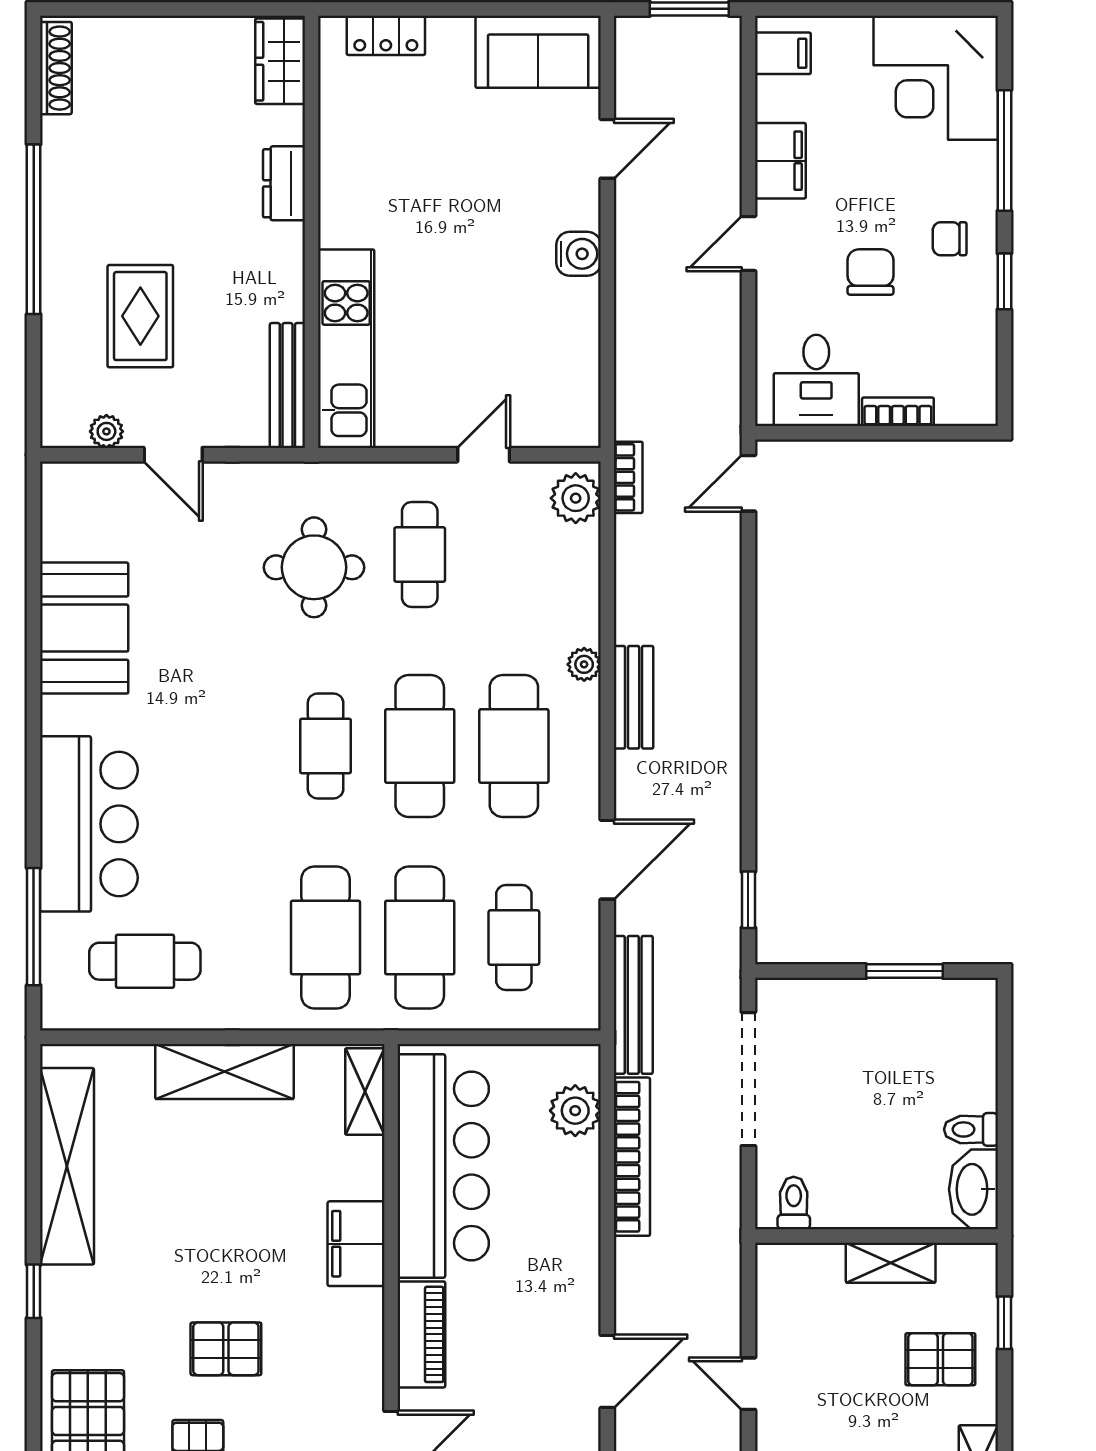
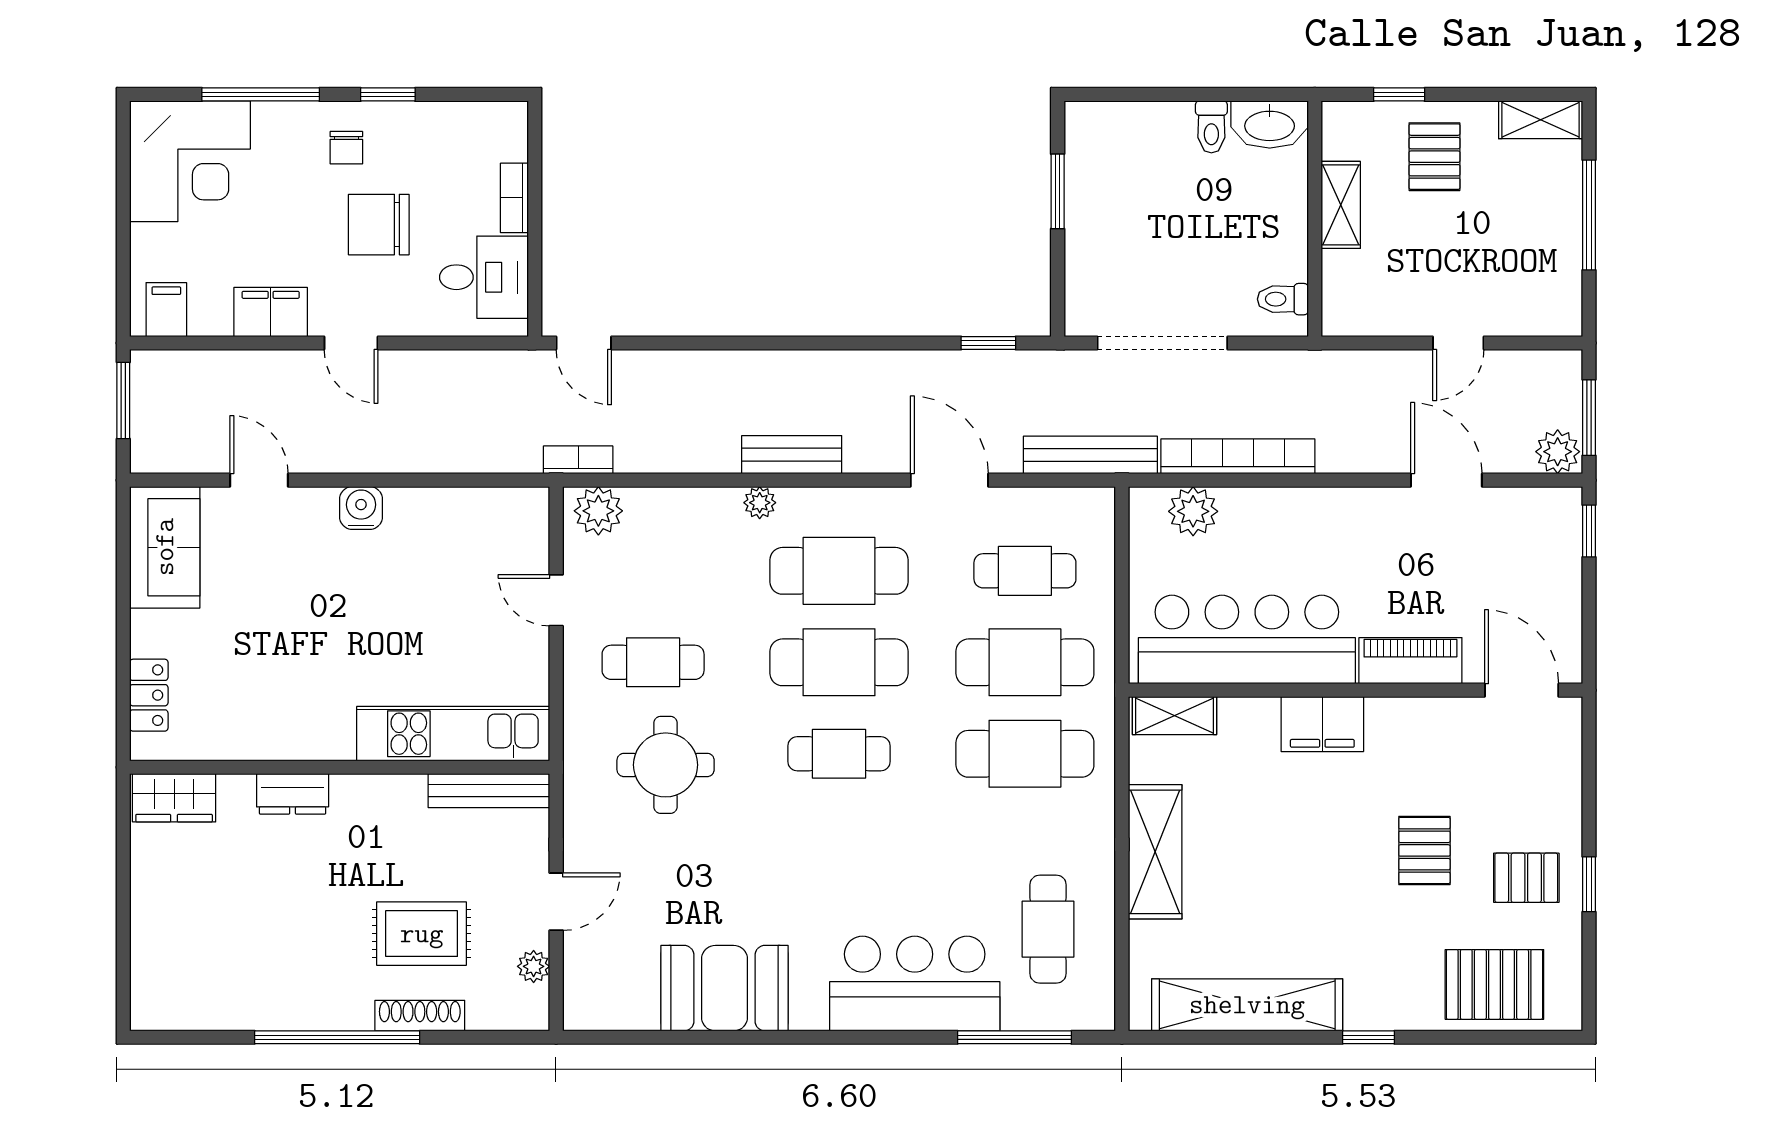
shoe rack: (56, 68) -> (420, 1016), moved
chair: (870, 272) -> (379, 225), width x1.37, depth x1.37

